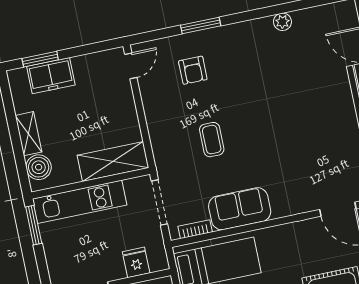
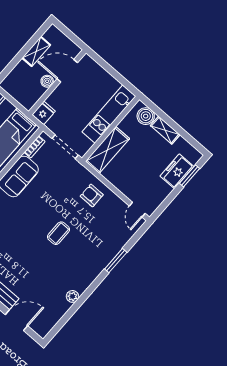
armchair: (193, 70) -> (92, 195), moved
coffee table: (212, 140) -> (59, 233), moved, turned 90
window: (34, 225) -> (124, 82), removed
fridge: (136, 262) -> (44, 113), moved, turned -90

